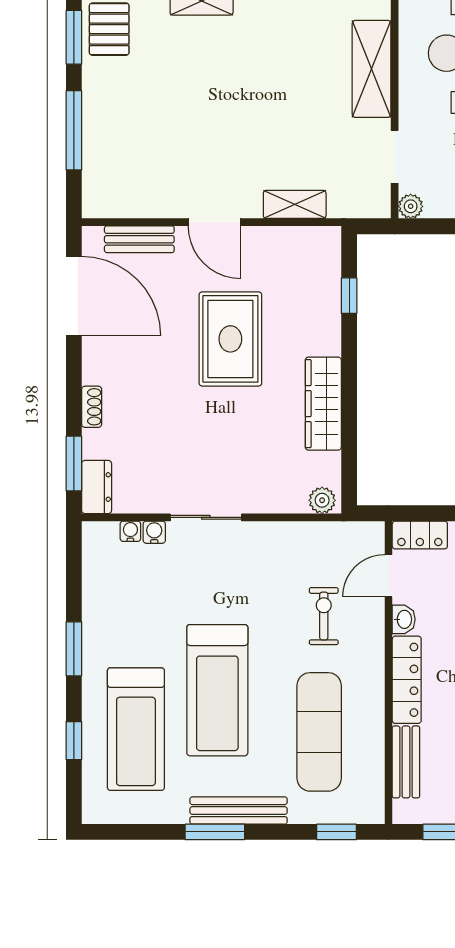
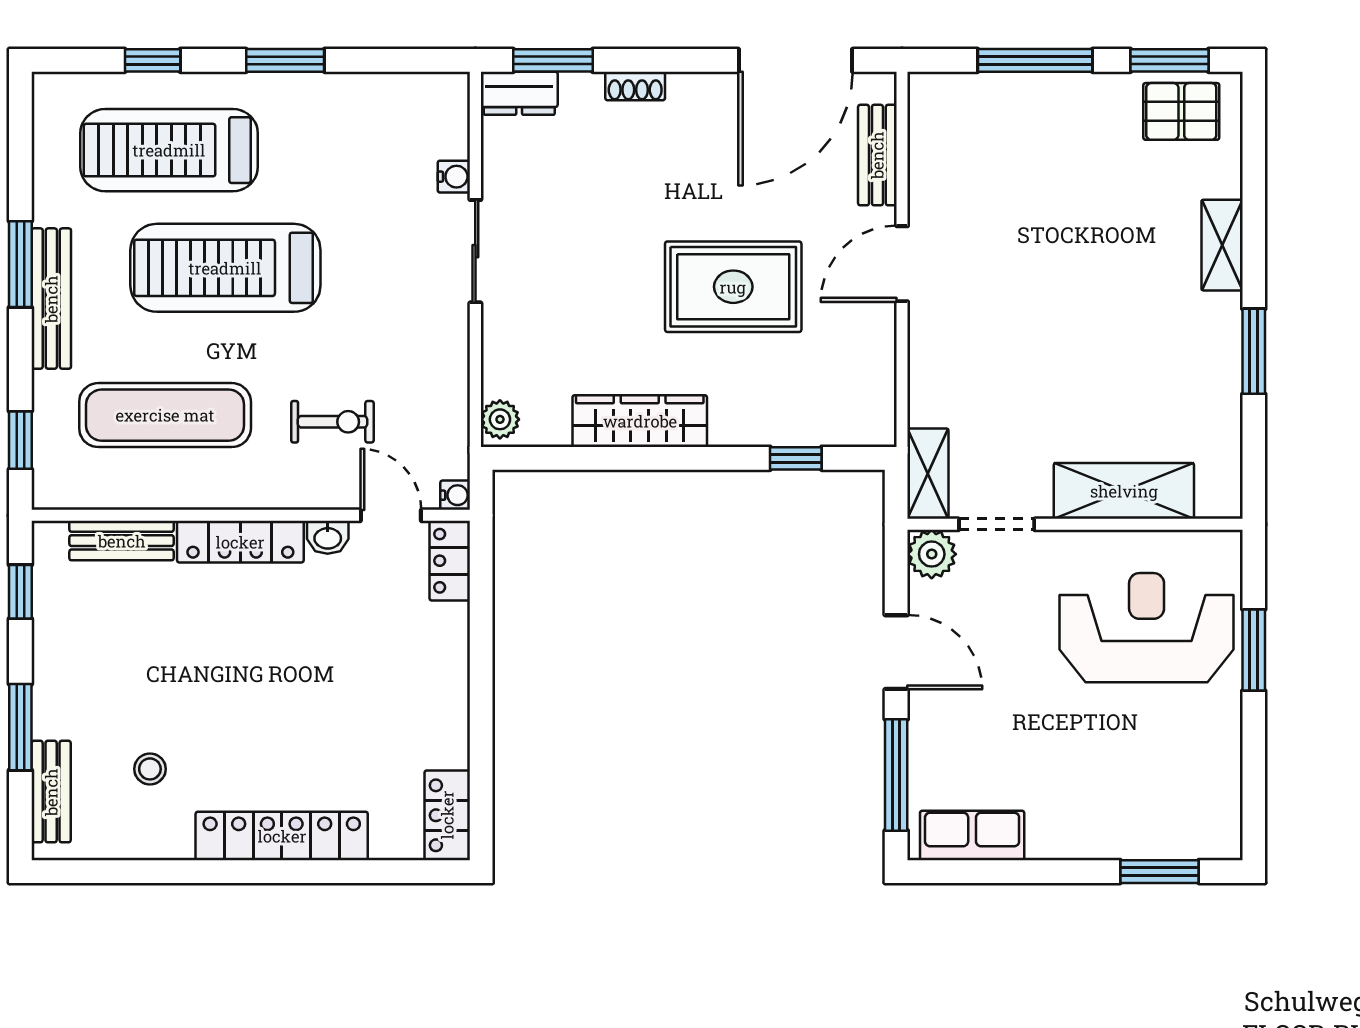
shelving: (295, 204) -> (928, 474), moved
plant: (411, 206) -> (932, 554), width x1.38, depth x1.38
water cooler: (130, 531) -> (455, 495), moved

